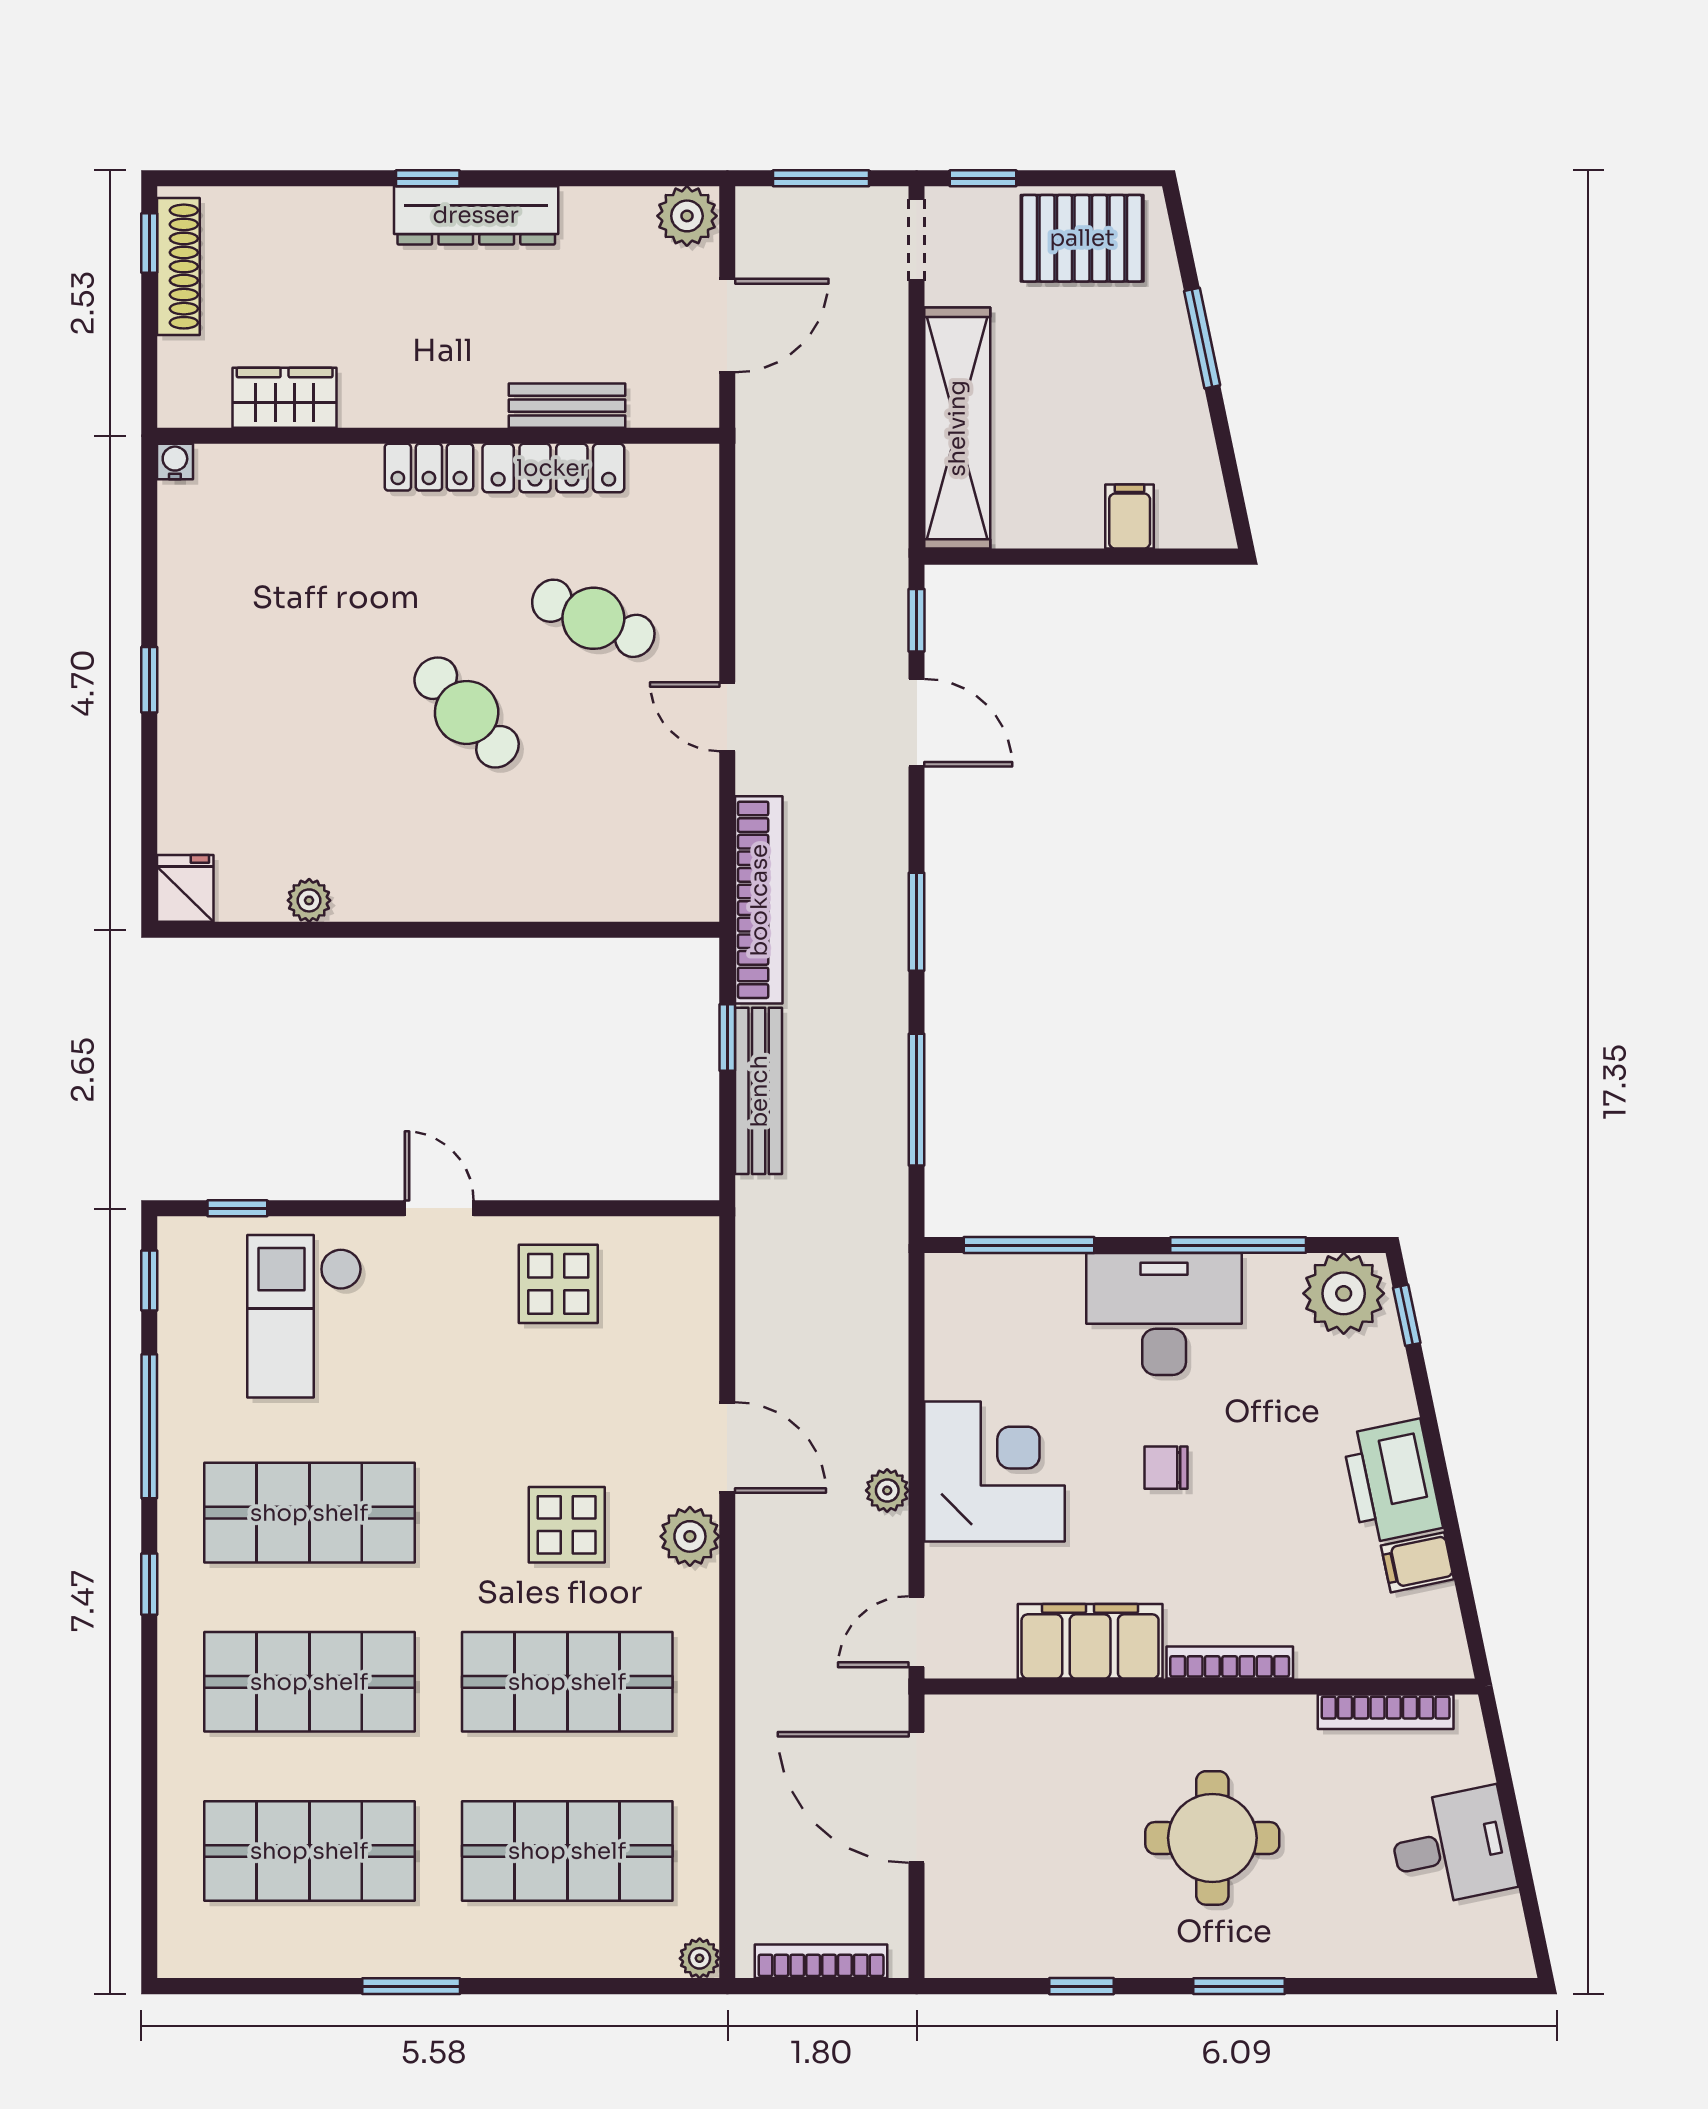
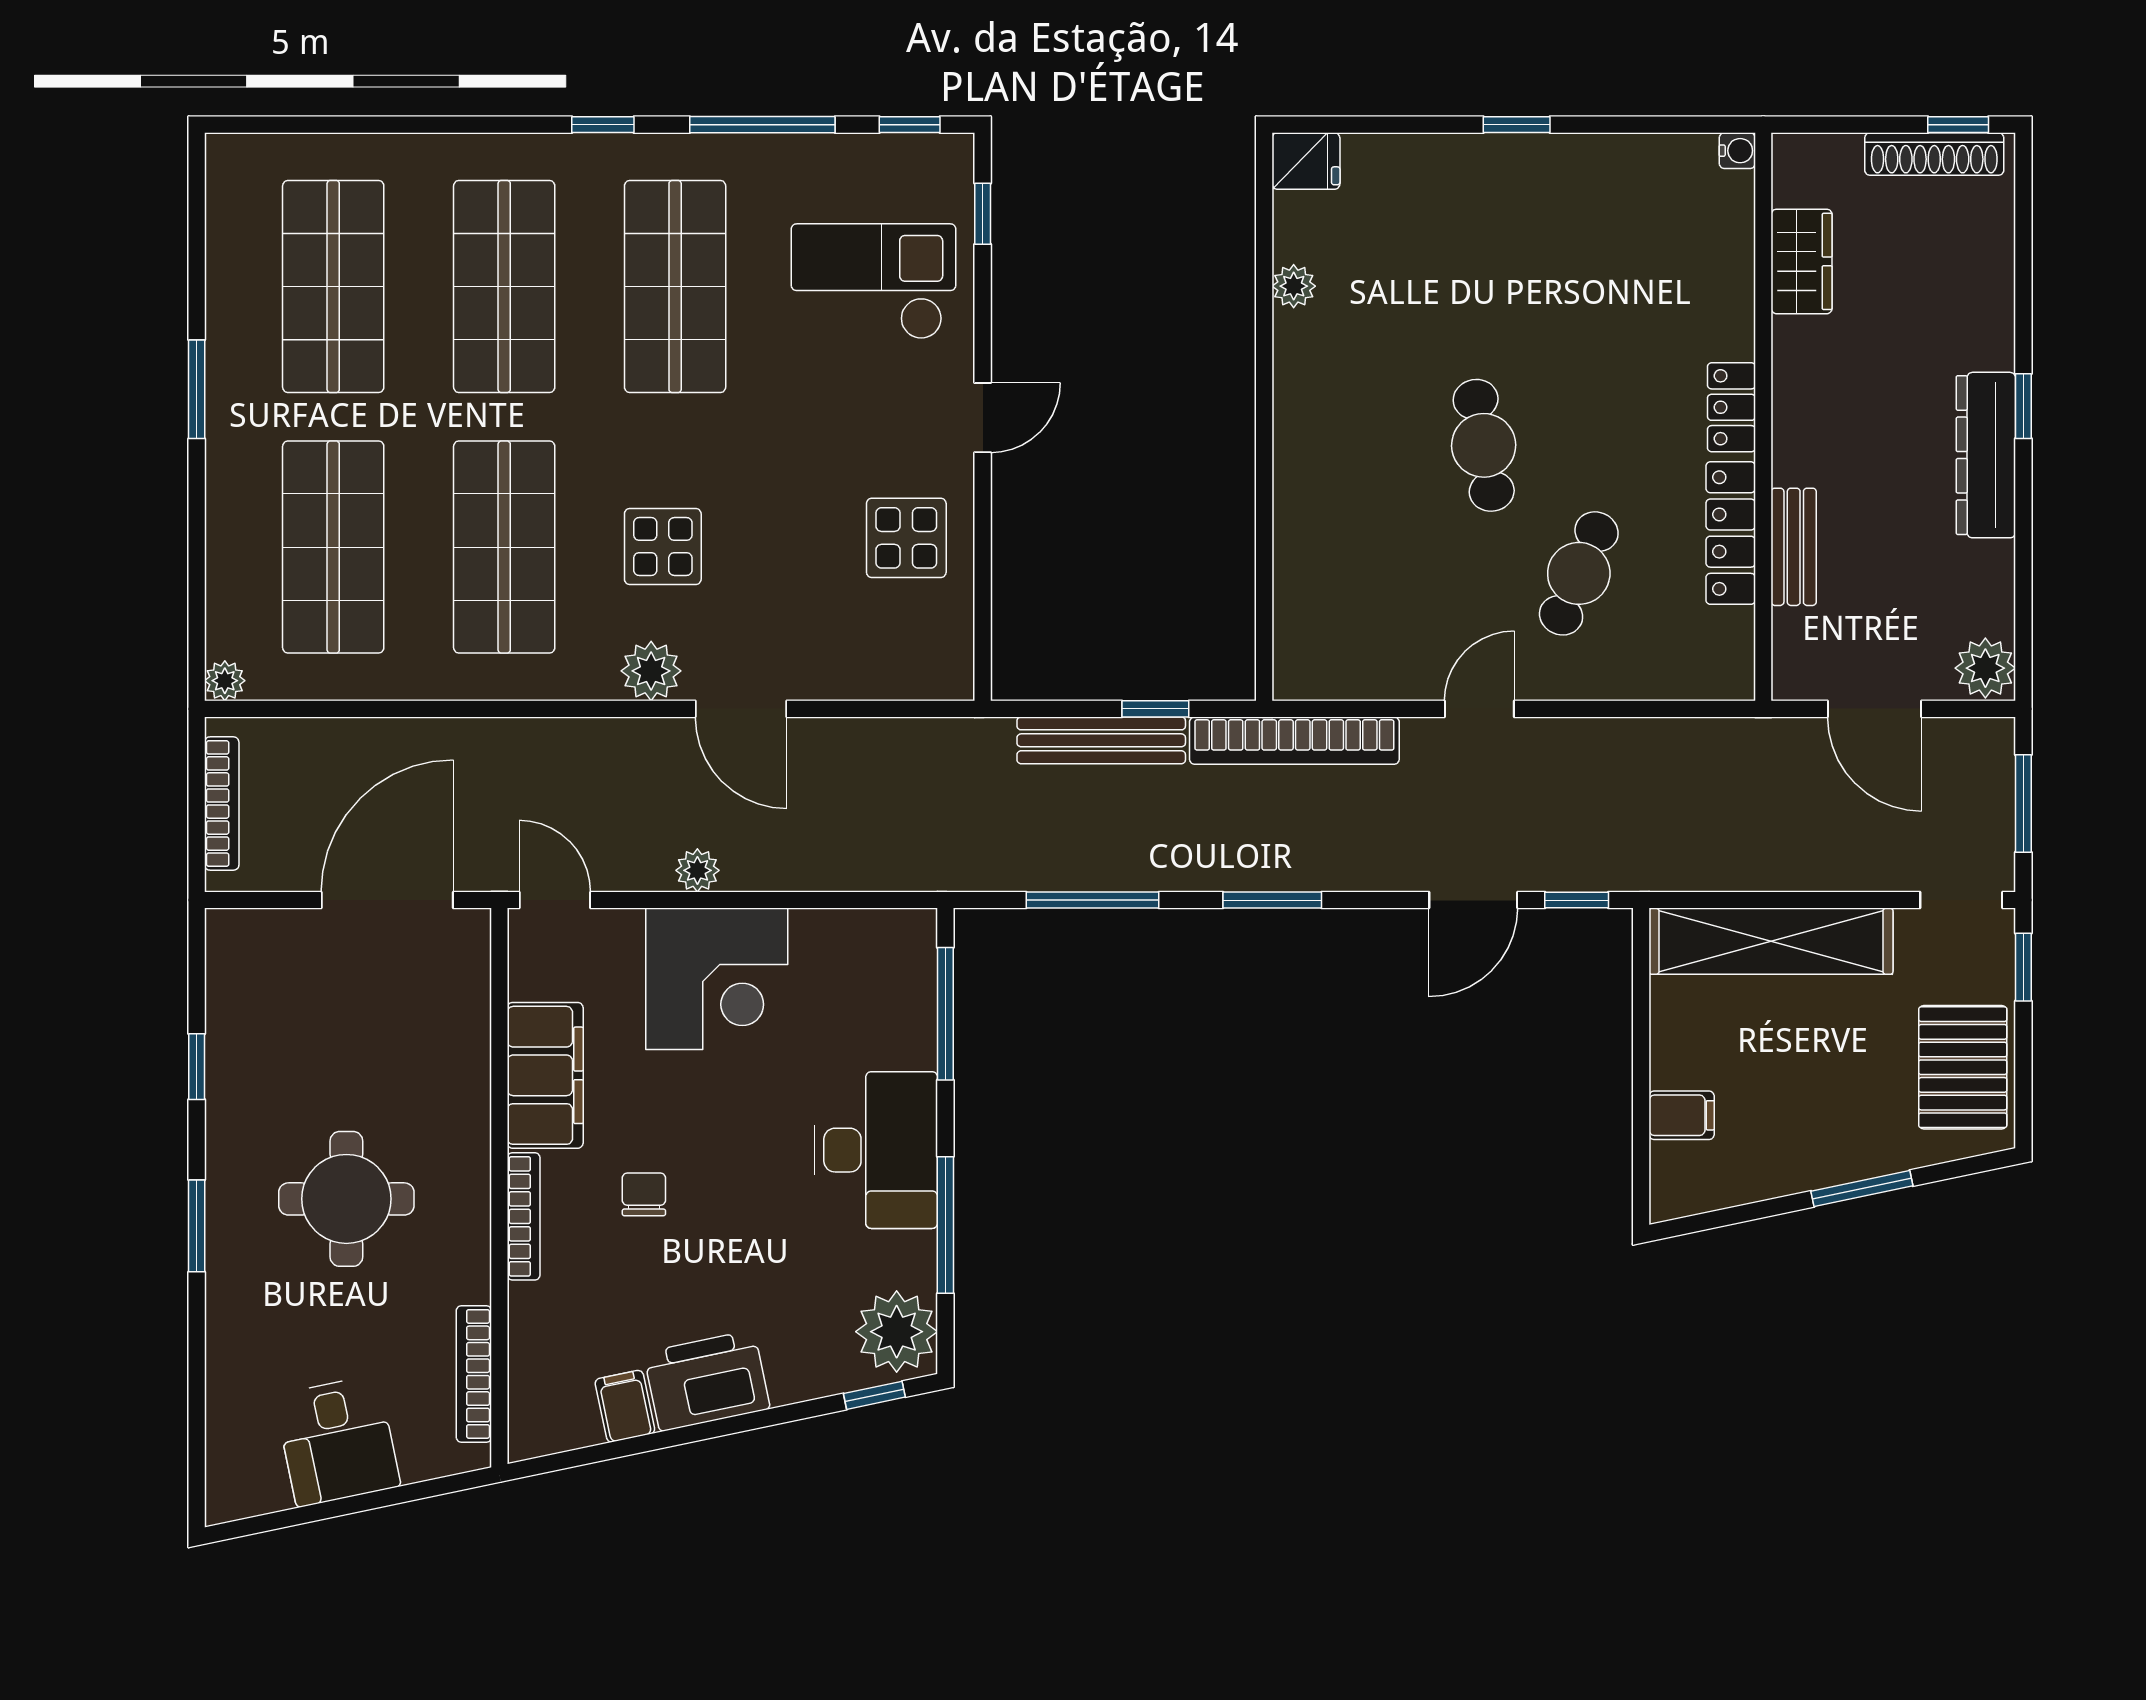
cafe table: (467, 712) -> (1484, 445), turned -58
door: (727, 1447) -> (741, 709), hinge flipped
chair: (1166, 1468) -> (644, 1194), moved

